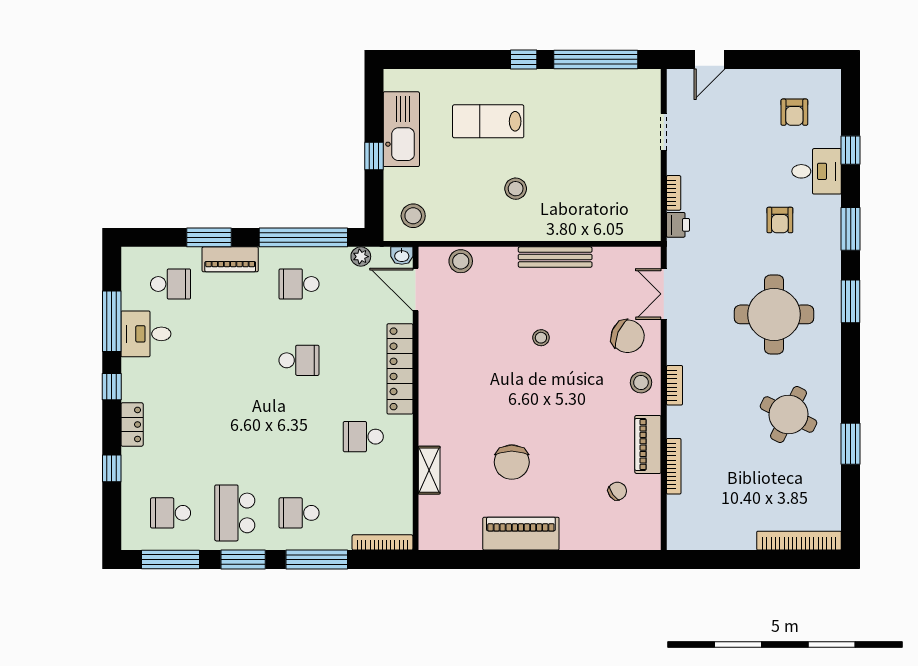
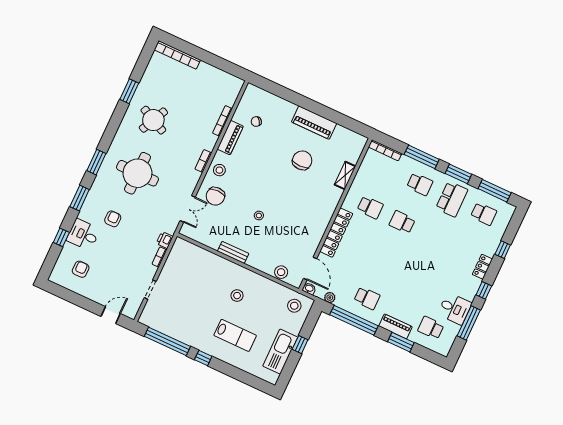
bench: (555, 257) -> (233, 252), width x0.73
chair: (628, 336) -> (215, 196), turned -113
school desk: (299, 360) -> (402, 222), moved

